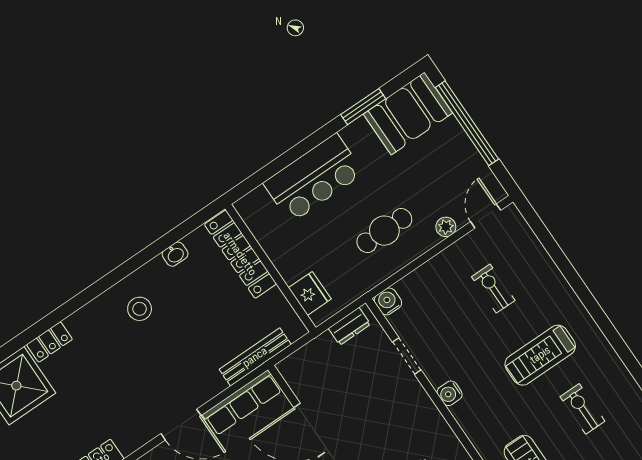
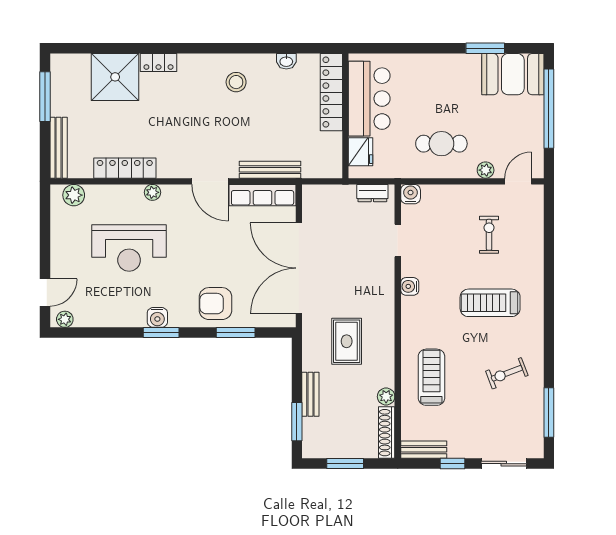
bar counter: (313, 178) -> (369, 99), moved, turned -90
bench: (255, 357) -> (270, 170), moved
exercise bike: (582, 409) -> (507, 373), moved, turned -111

